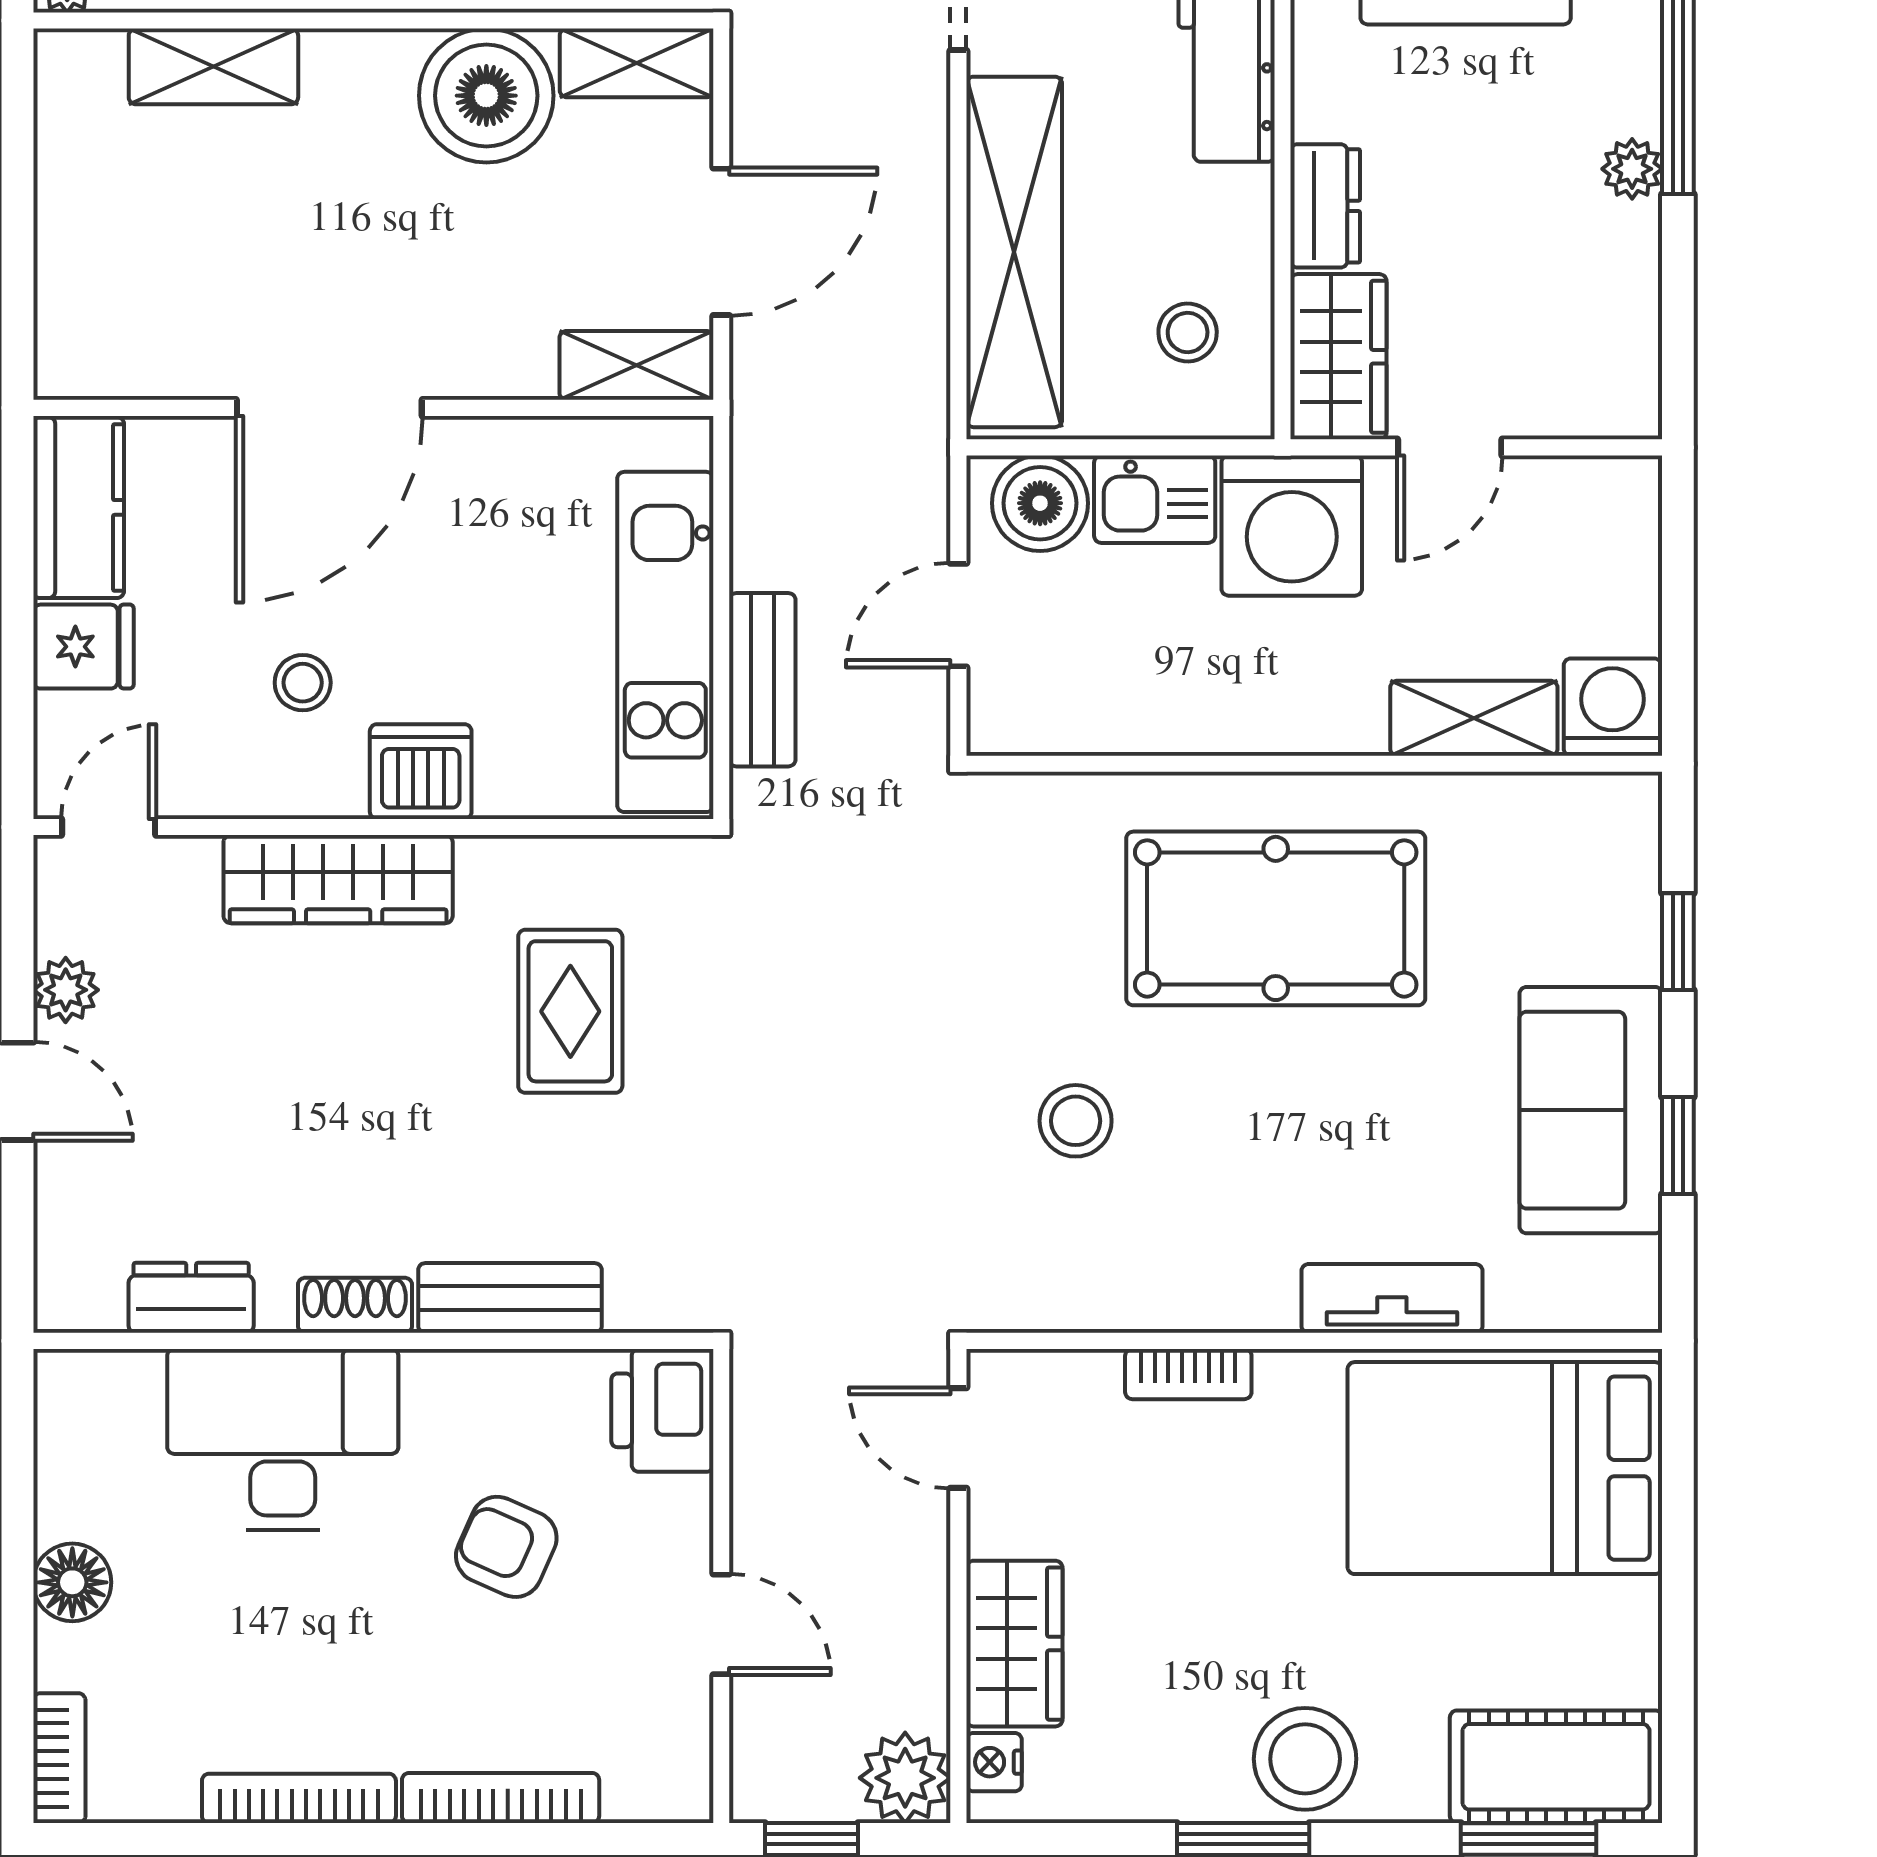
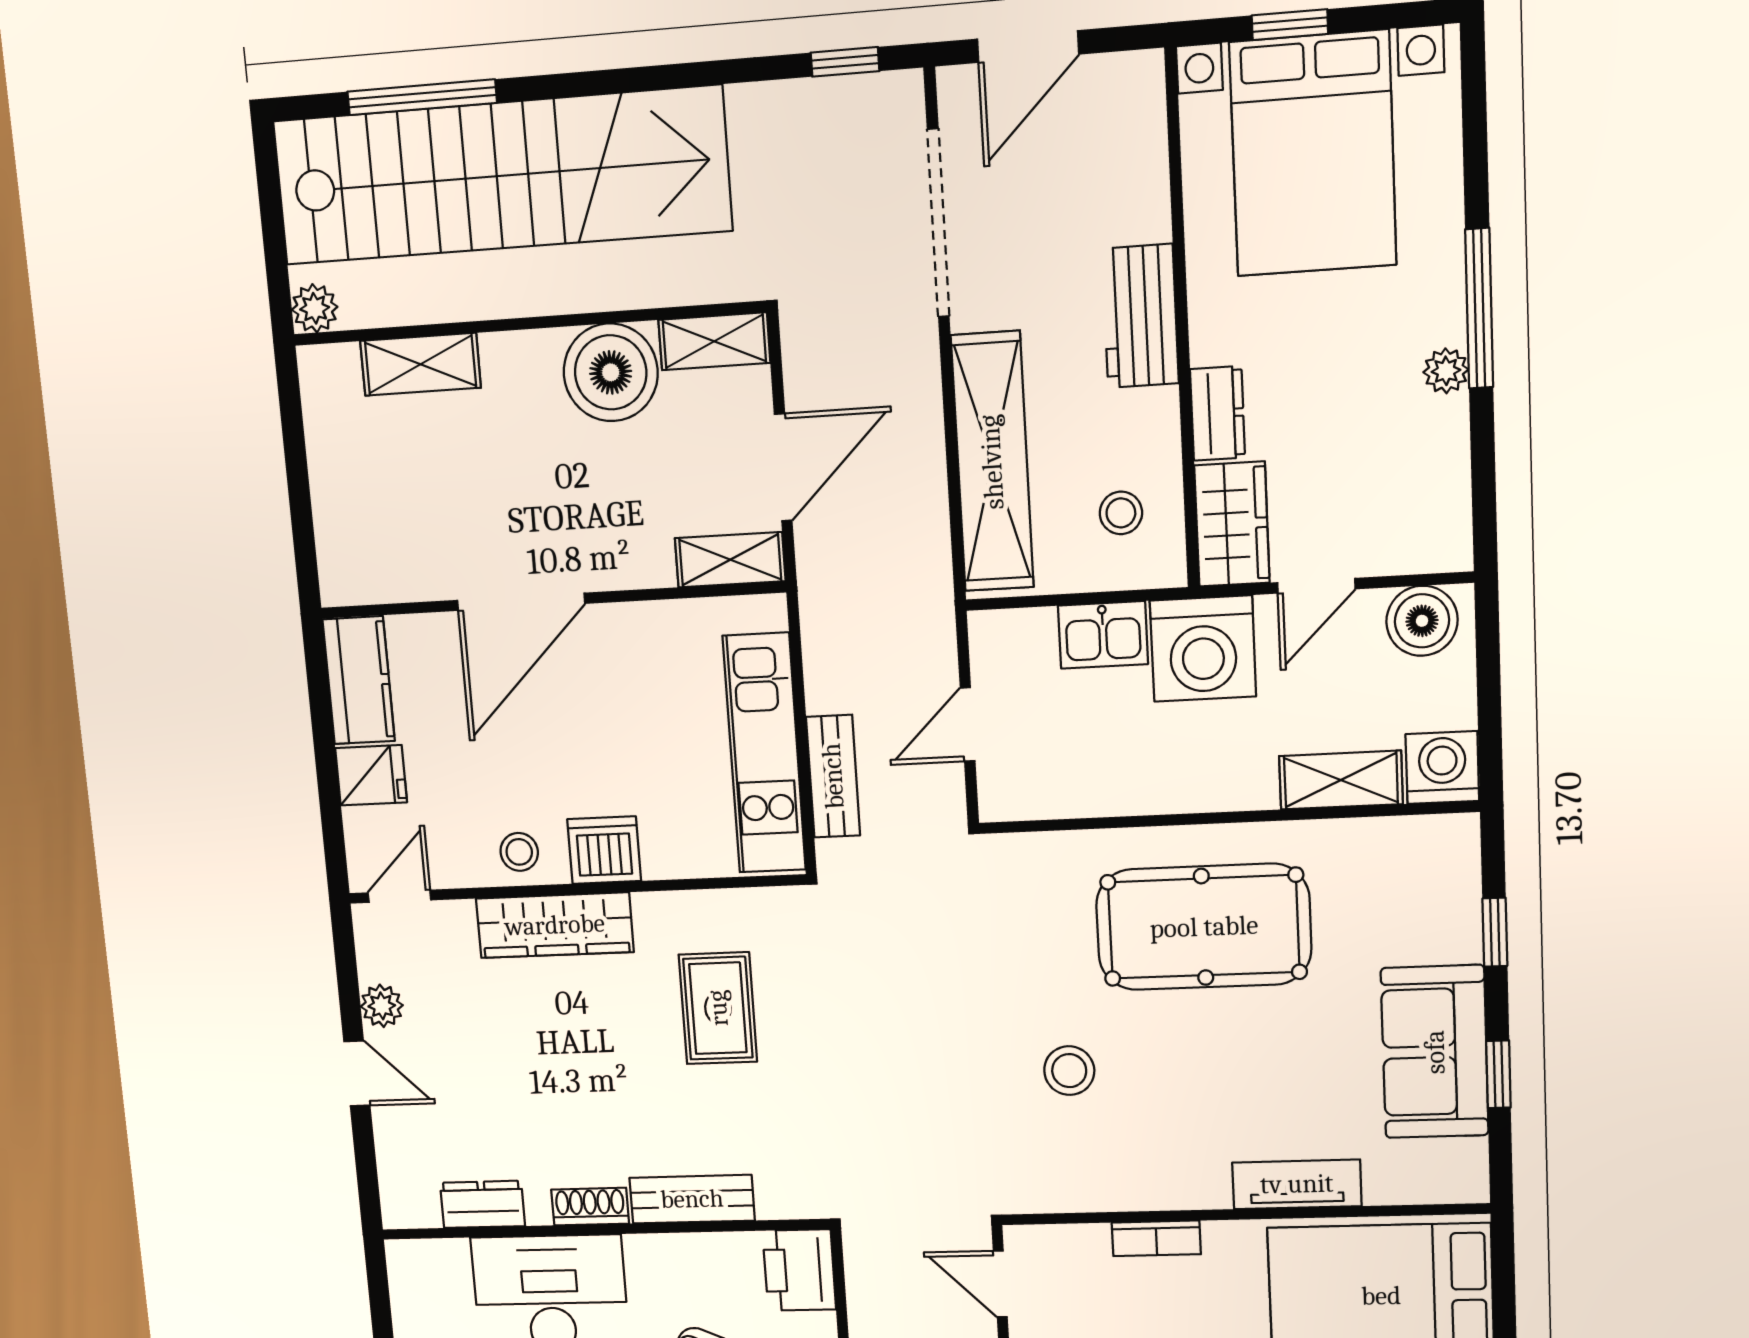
boiler: (1040, 503) -> (1422, 621), moved
stool: (303, 683) -> (519, 852), moved

